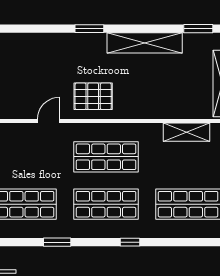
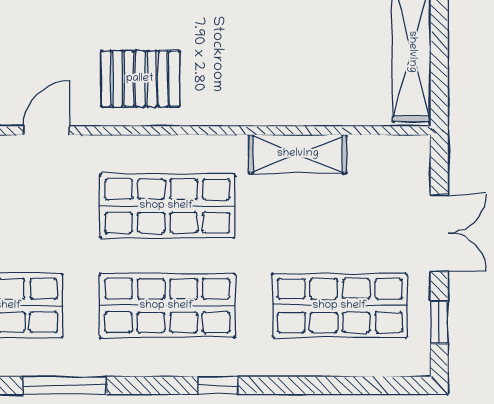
shelving: (187, 132) -> (298, 154), moved
window: (57, 242) -> (64, 385), width x1.44

